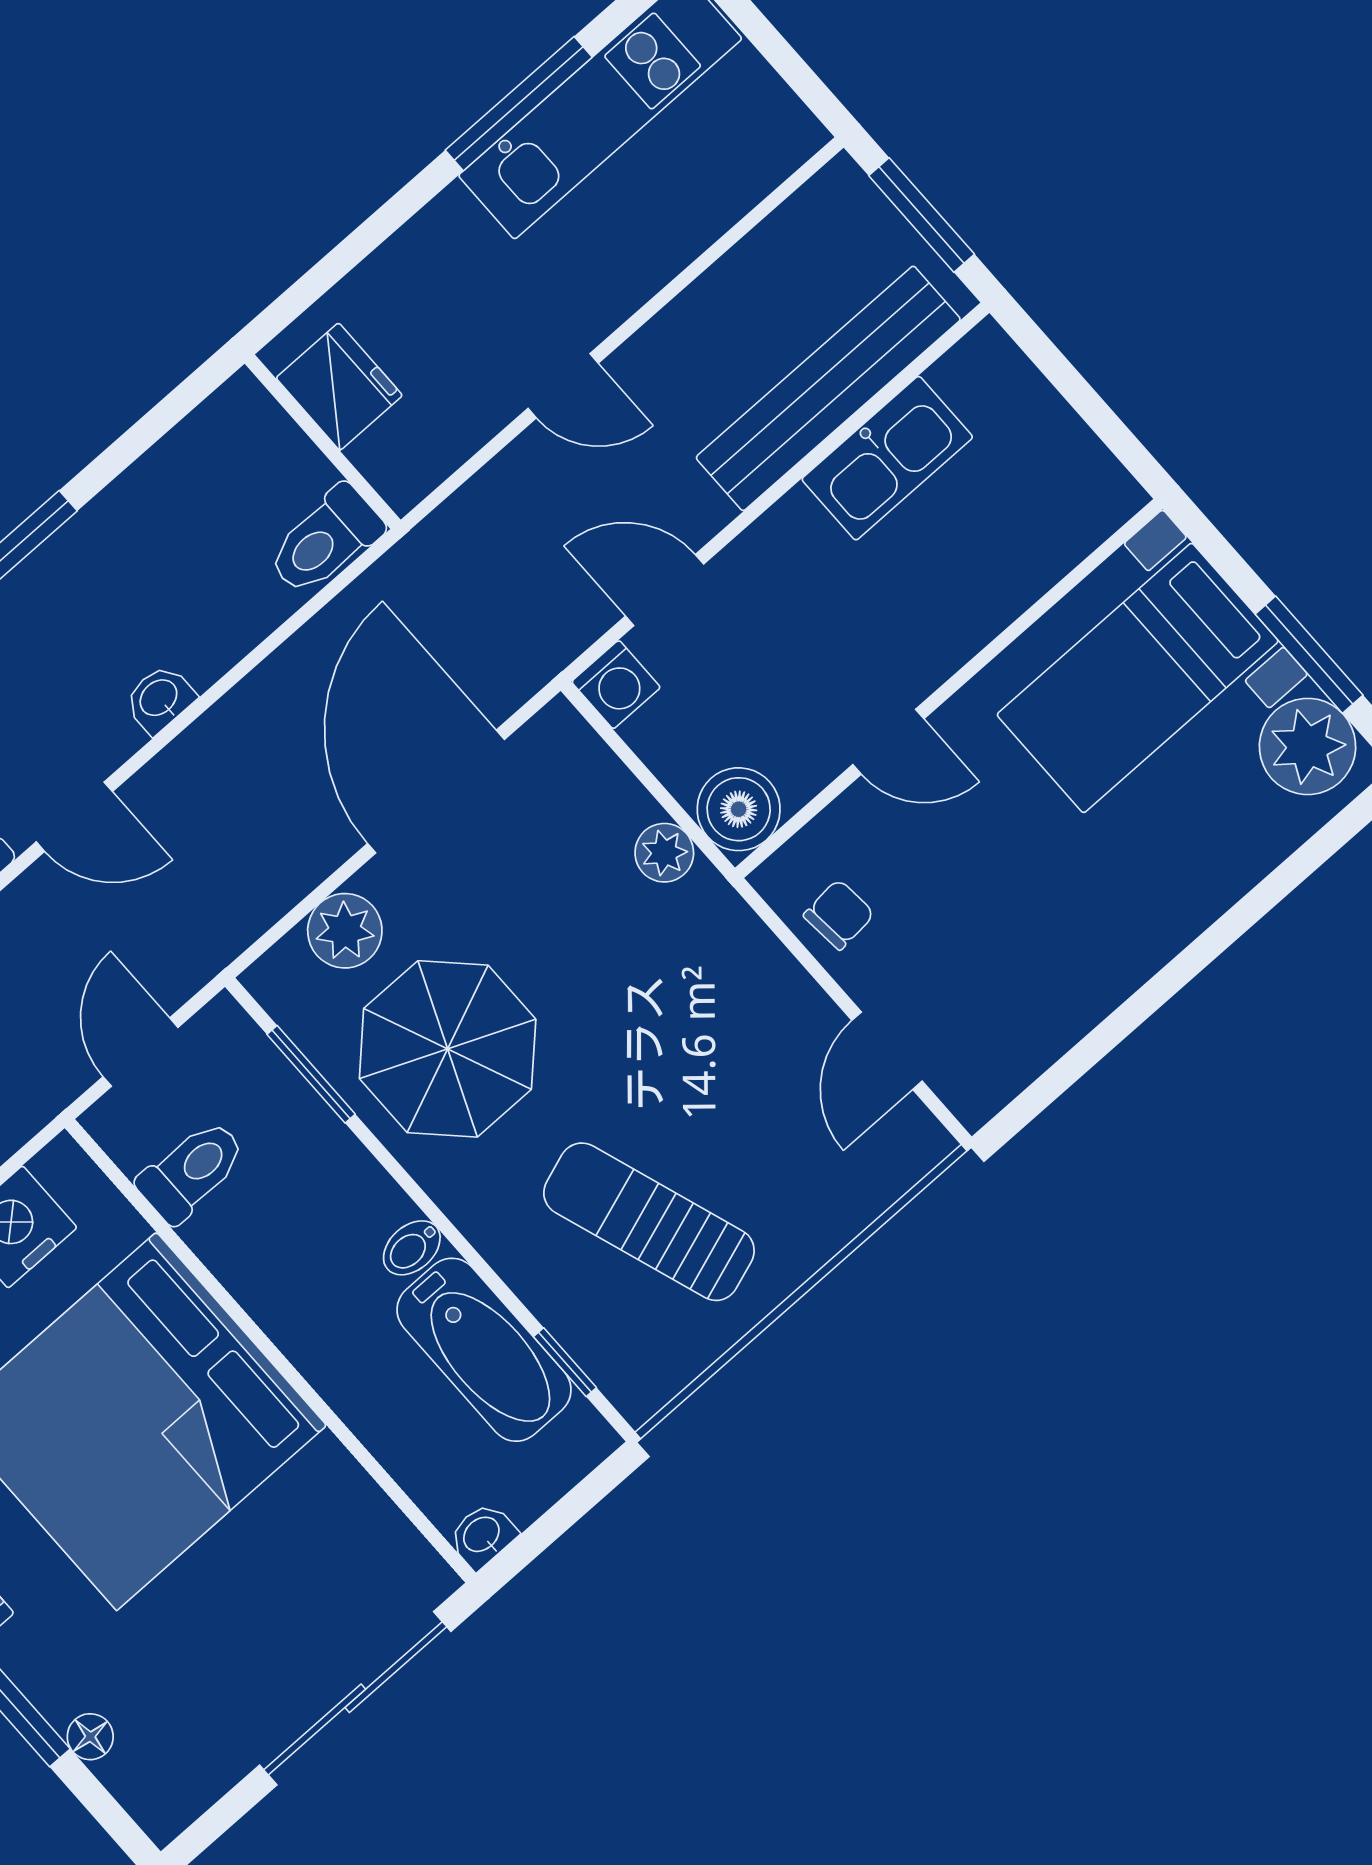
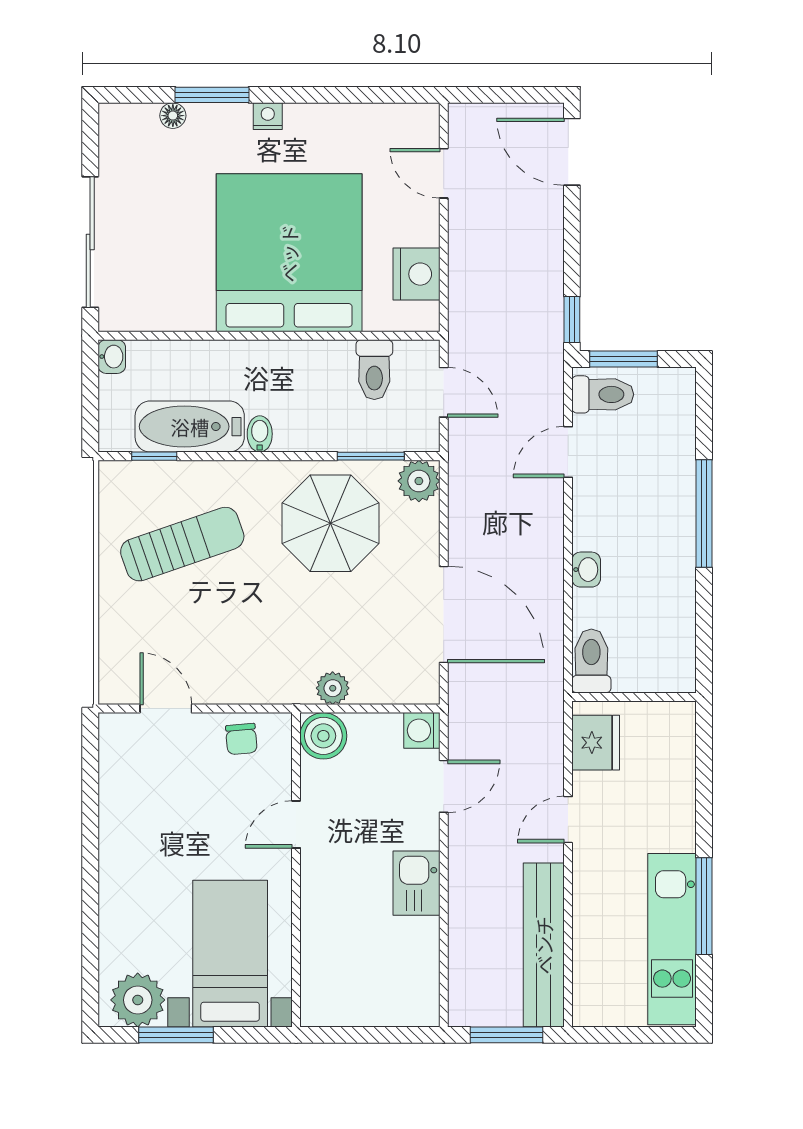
fridge: (339, 387) -> (596, 743), moved, turned -90
bench: (828, 388) -> (544, 945), moved
kitchen sink: (887, 458) -> (416, 883), moved, width x0.73
washbasin: (159, 699) -> (586, 570), moved
plant: (345, 931) -> (419, 481), moved

